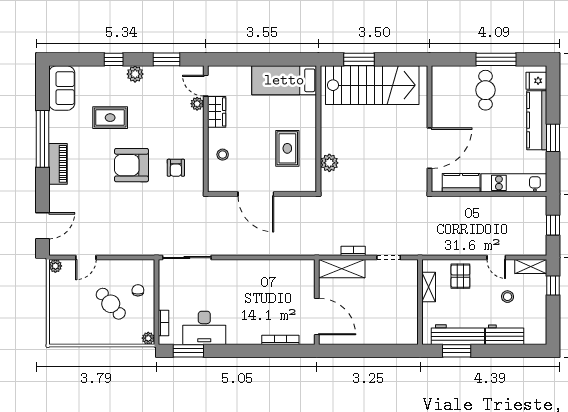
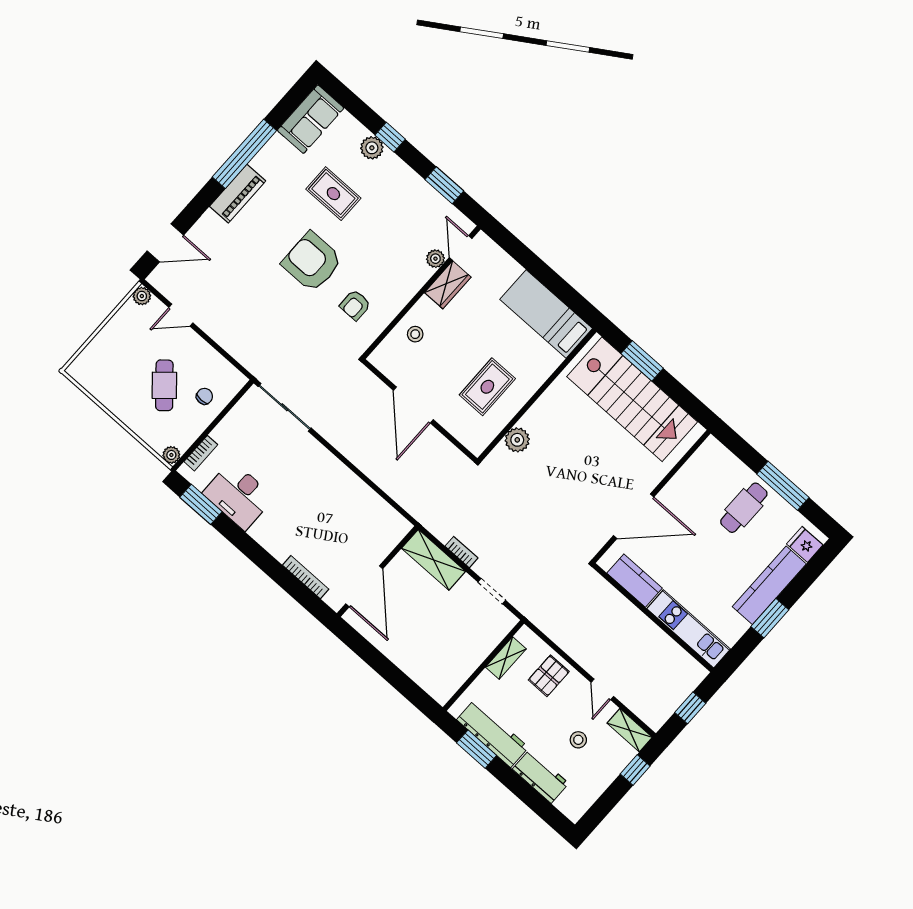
plant: (135, 74) -> (372, 148), moved

